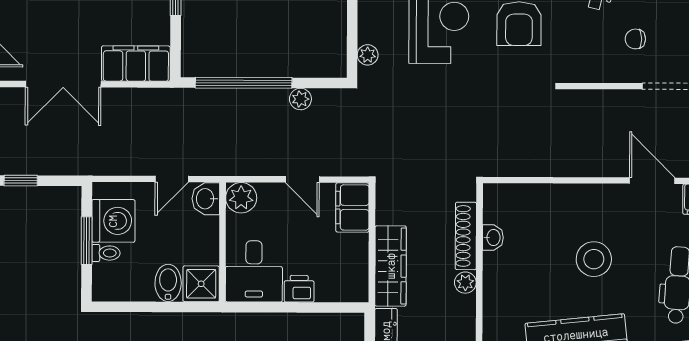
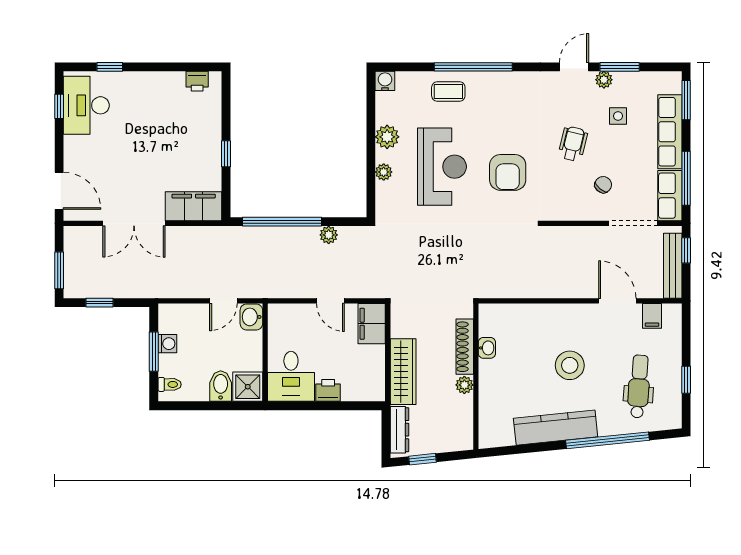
chair: (635, 39) -> (603, 185), turned 130
plant: (368, 55) -> (384, 172), moved
plant: (241, 198) -> (280, 316), removed
washing machine: (113, 221) -> (167, 344), width x0.53, depth x0.53
toilet: (106, 253) -> (170, 384), moved

